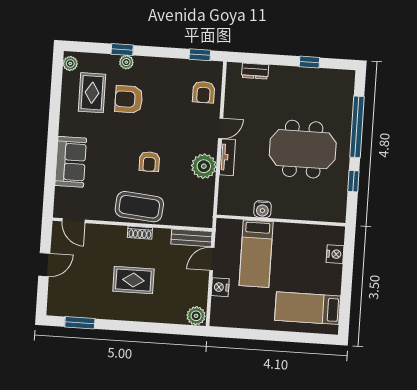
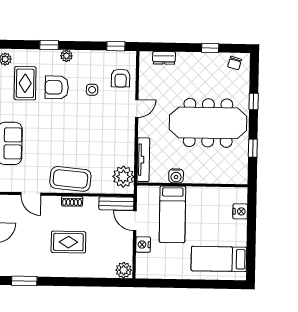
plant: (126, 62) -> (66, 56), moved
chair: (337, 81) -> (235, 63), added
side table: (170, 104) -> (92, 90), added
window: (357, 127) -> (254, 101), width x0.32
meeting table: (303, 149) -> (208, 123), width x1.36
tv unit: (227, 157) -> (143, 160), moved, width x1.41
armchair: (149, 162) -> (77, 140), removed
plant: (204, 166) -> (123, 177), moved
door: (74, 221) -> (31, 194), moved
door: (212, 259) -> (135, 221), hinge flipped

